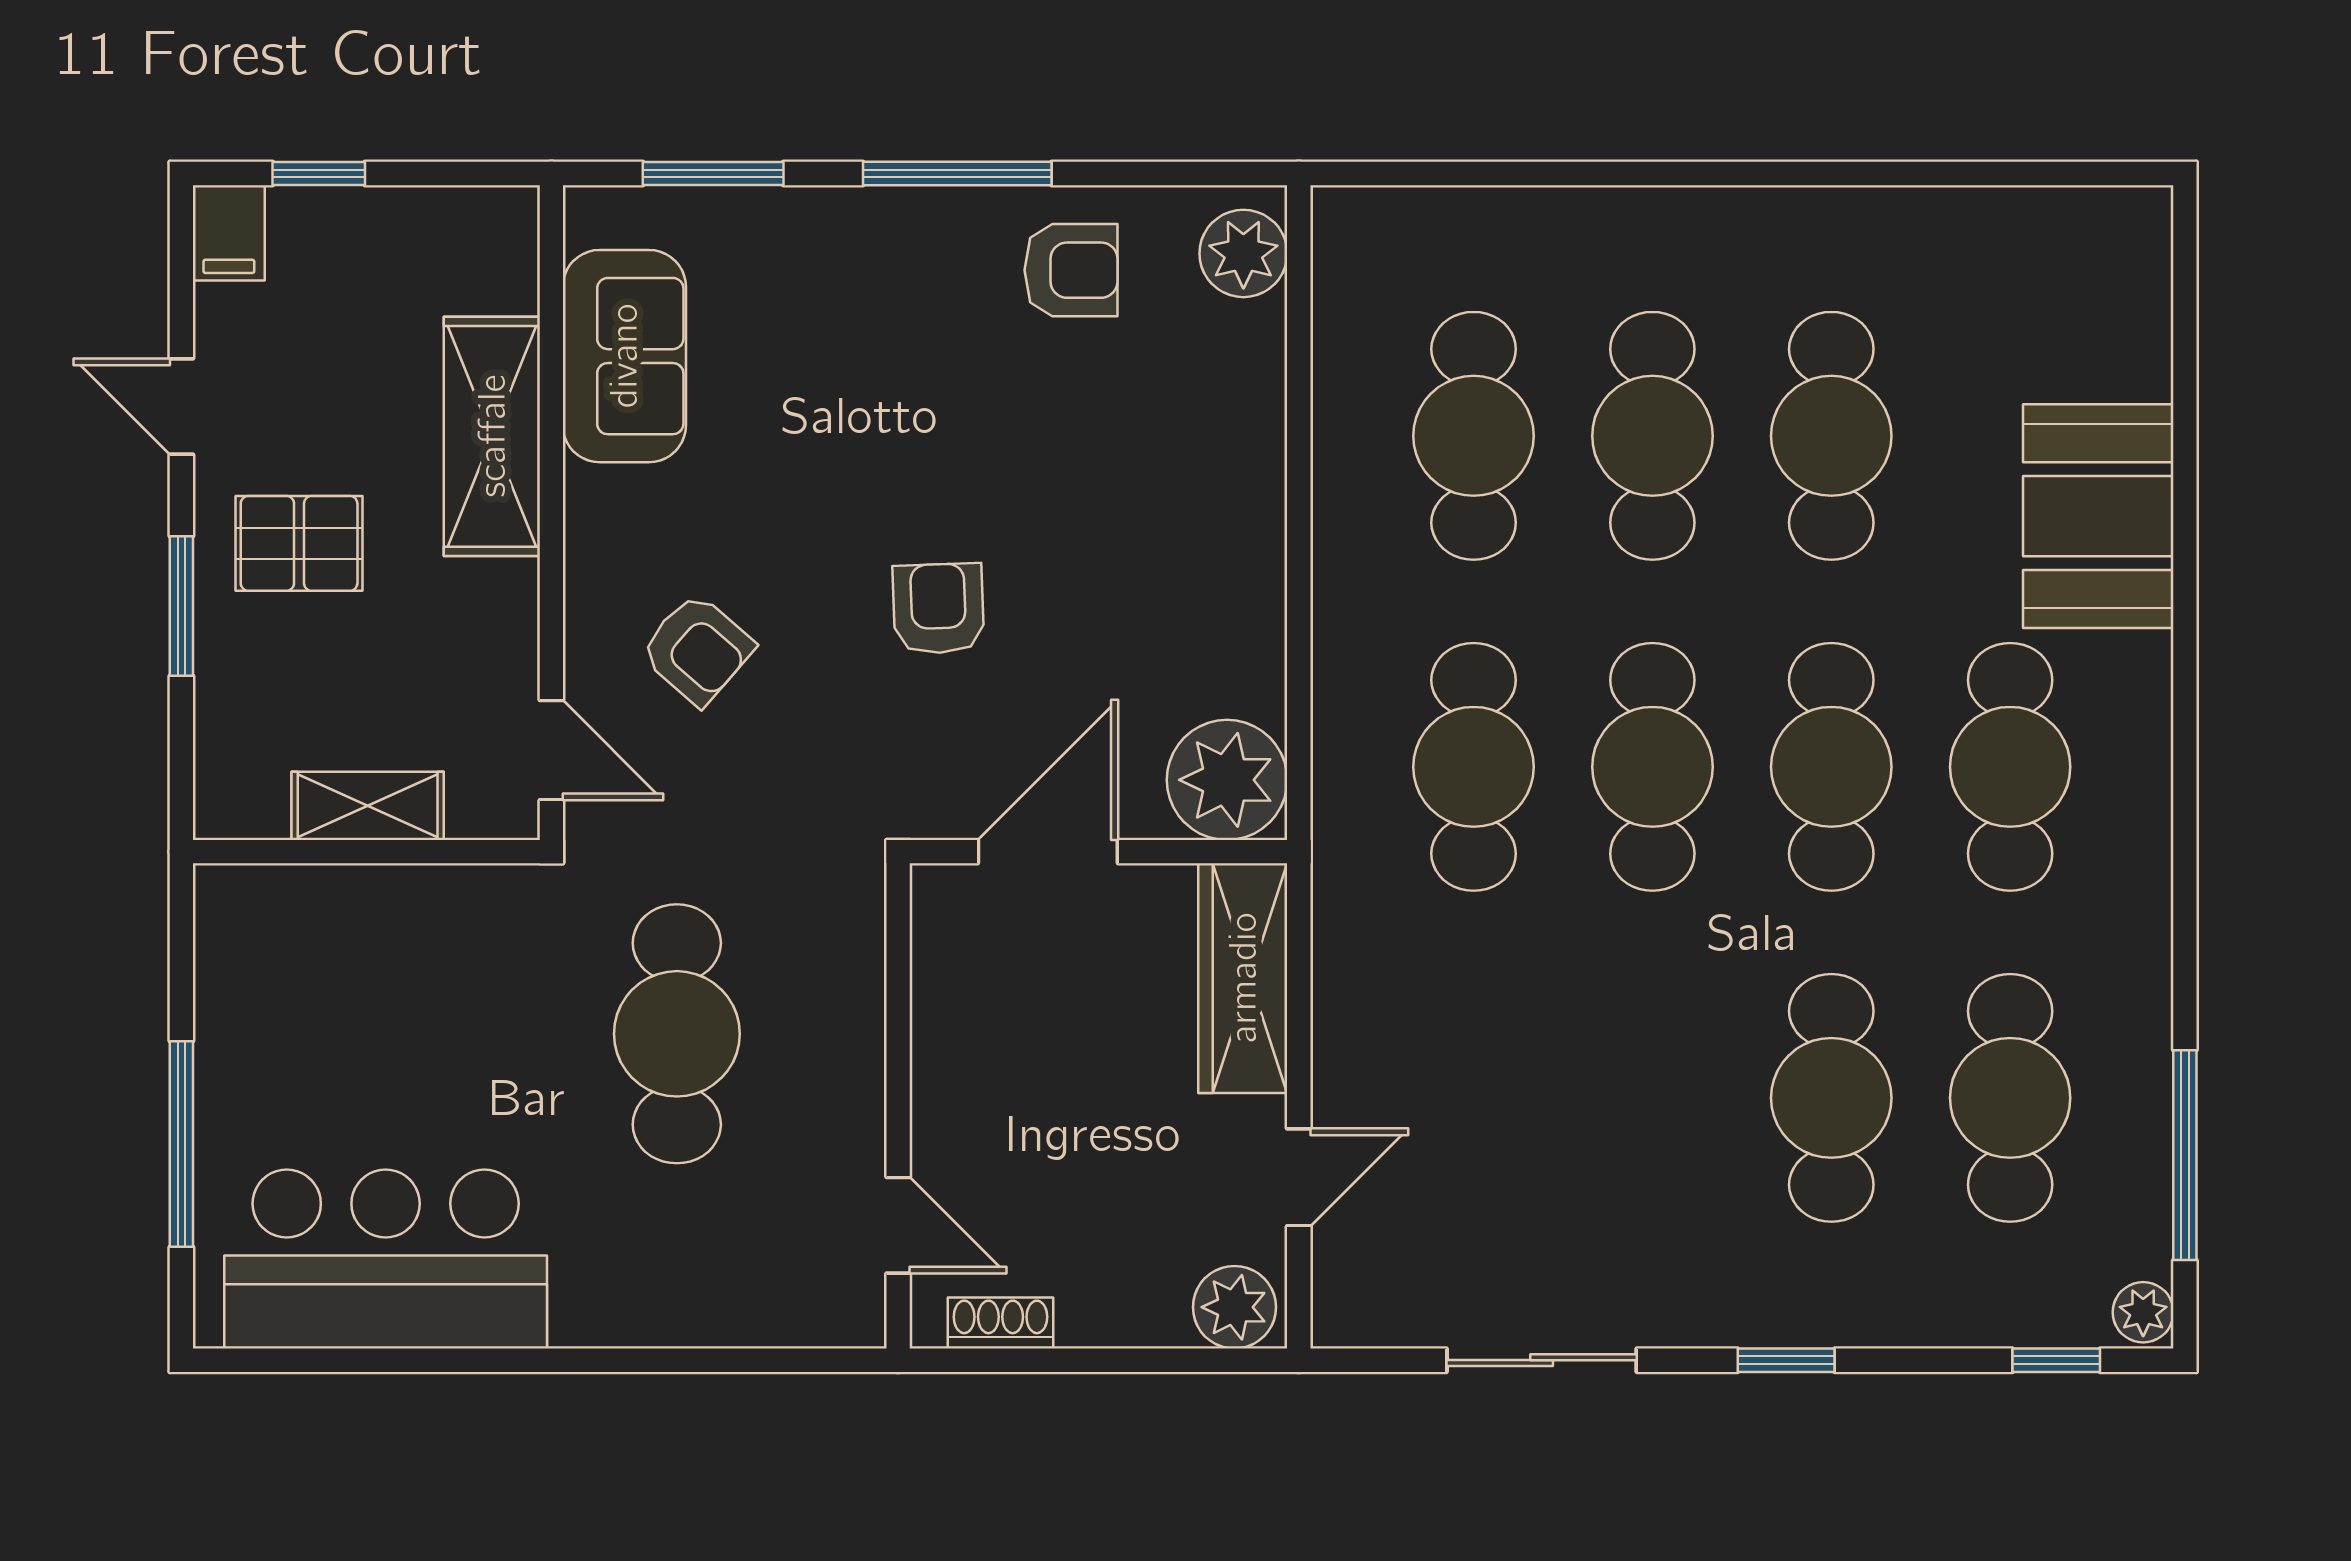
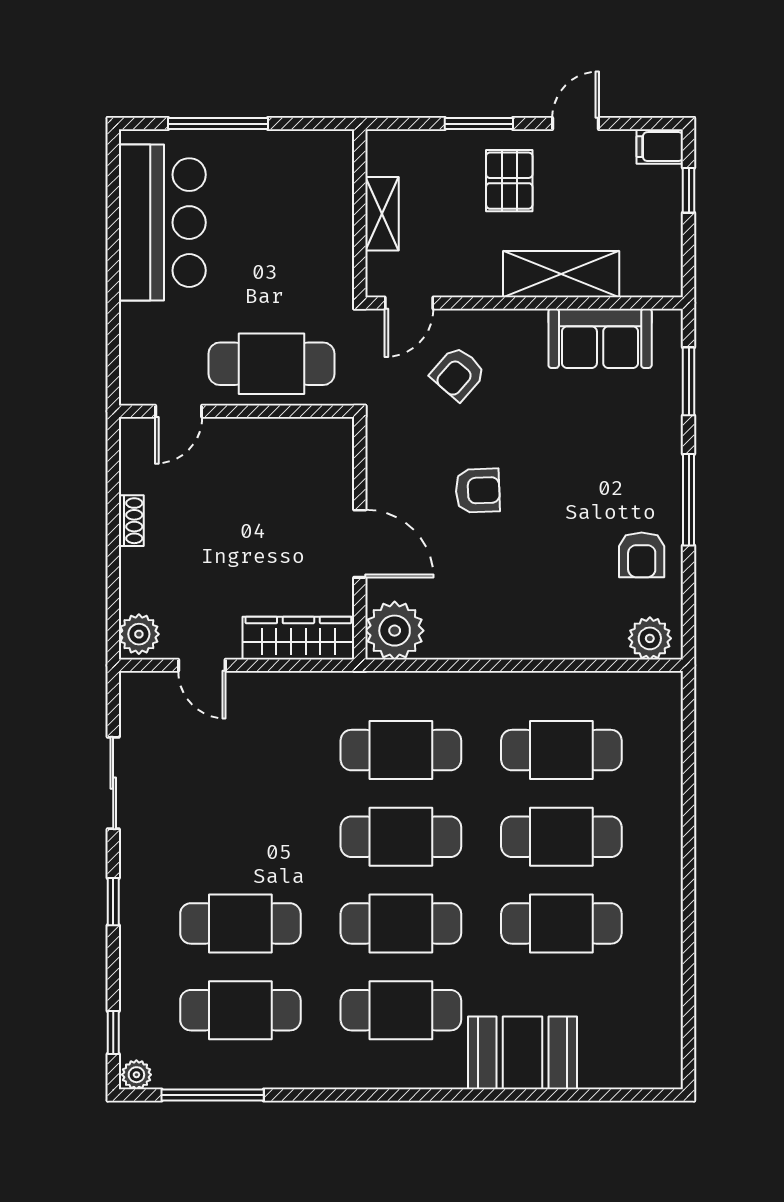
wall: (898, 1106) -> (237, 411), moved
door: (898, 1225) -> (179, 411), moved

